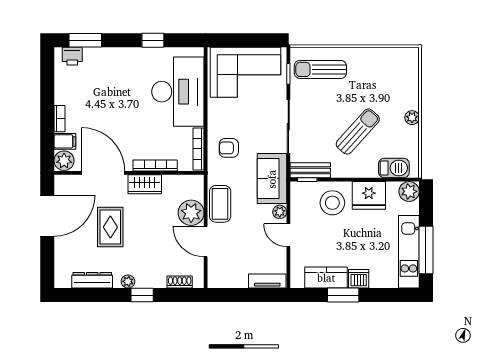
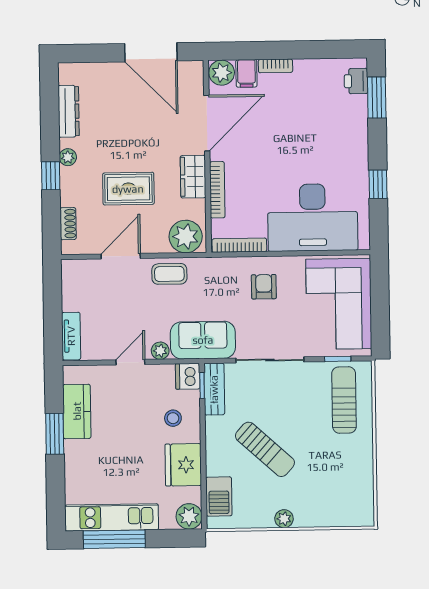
armchair: (229, 148) -> (264, 287), moved
stool: (332, 203) -> (173, 418), width x0.53, depth x0.53
coffee table: (220, 204) -> (169, 274), width x0.73, depth x0.77
plant: (191, 213) -> (186, 236), moved
rug: (110, 227) -> (128, 189), moved
dishwasher: (359, 279) -> (188, 376), moved, turned 180

